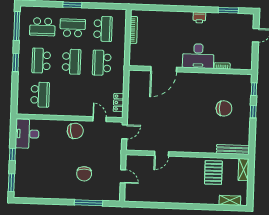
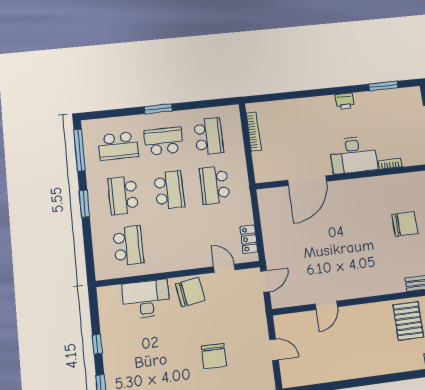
desk: (27, 134) -> (146, 299), moved, turned 90

